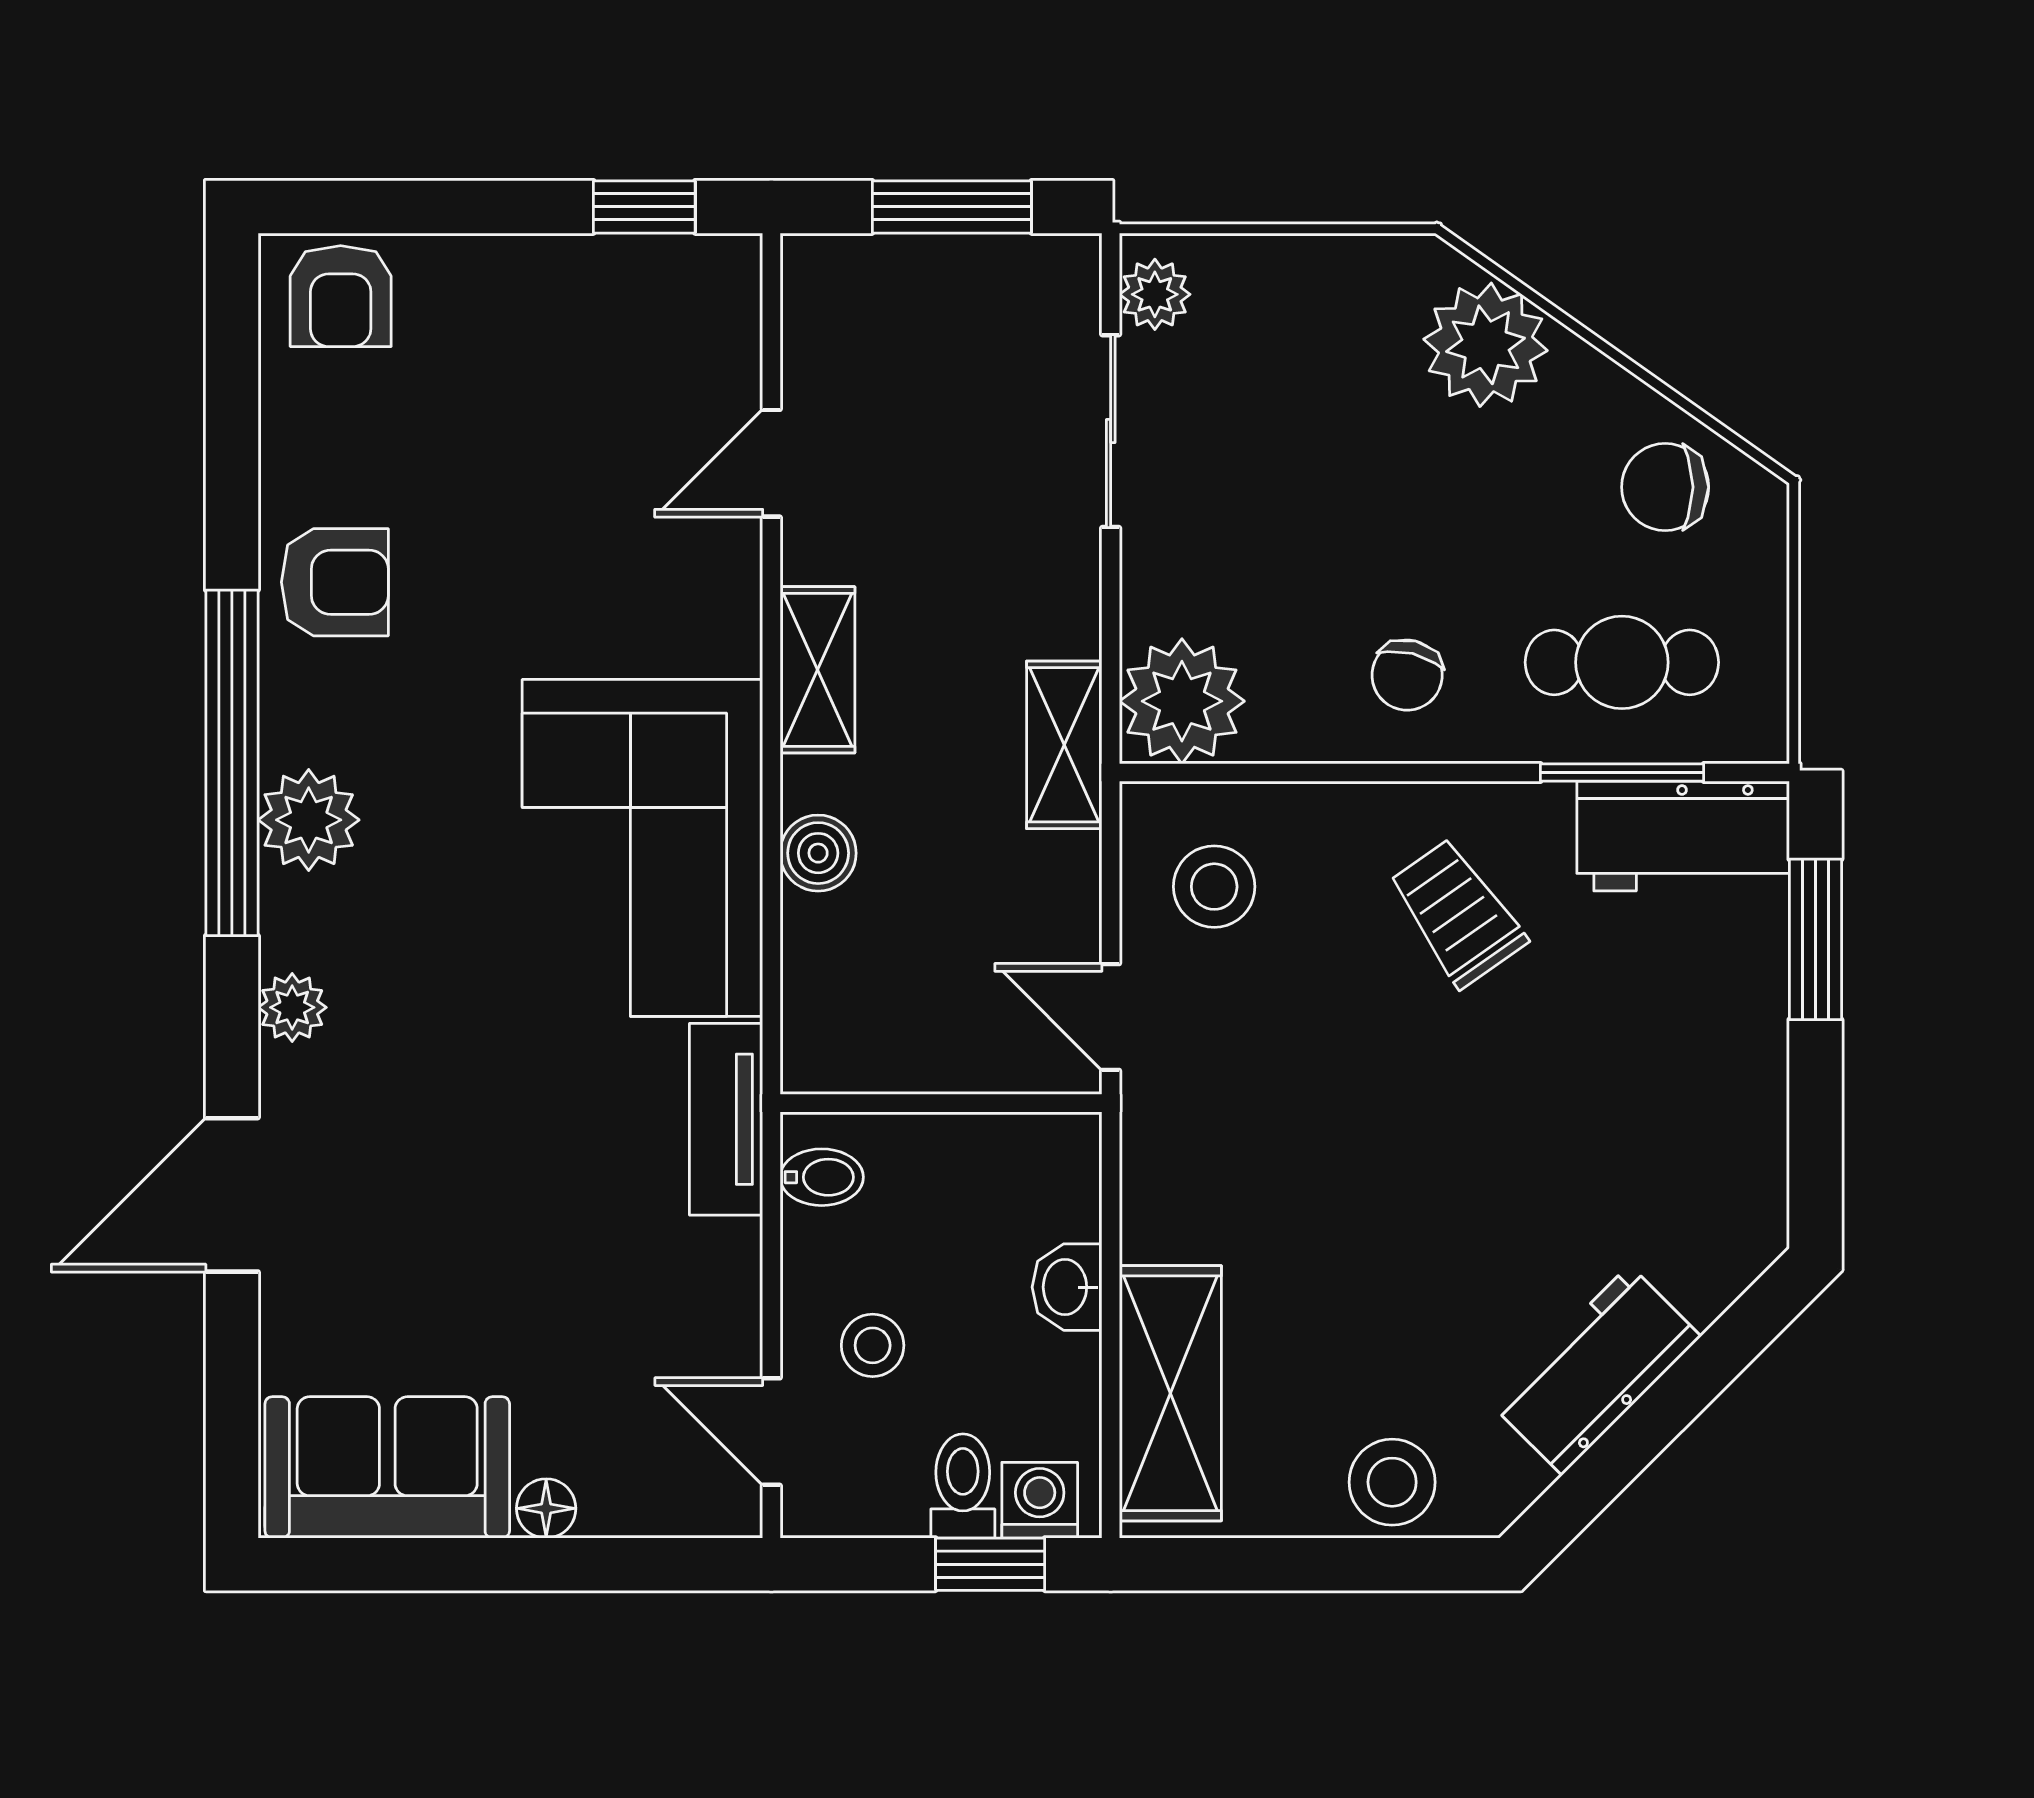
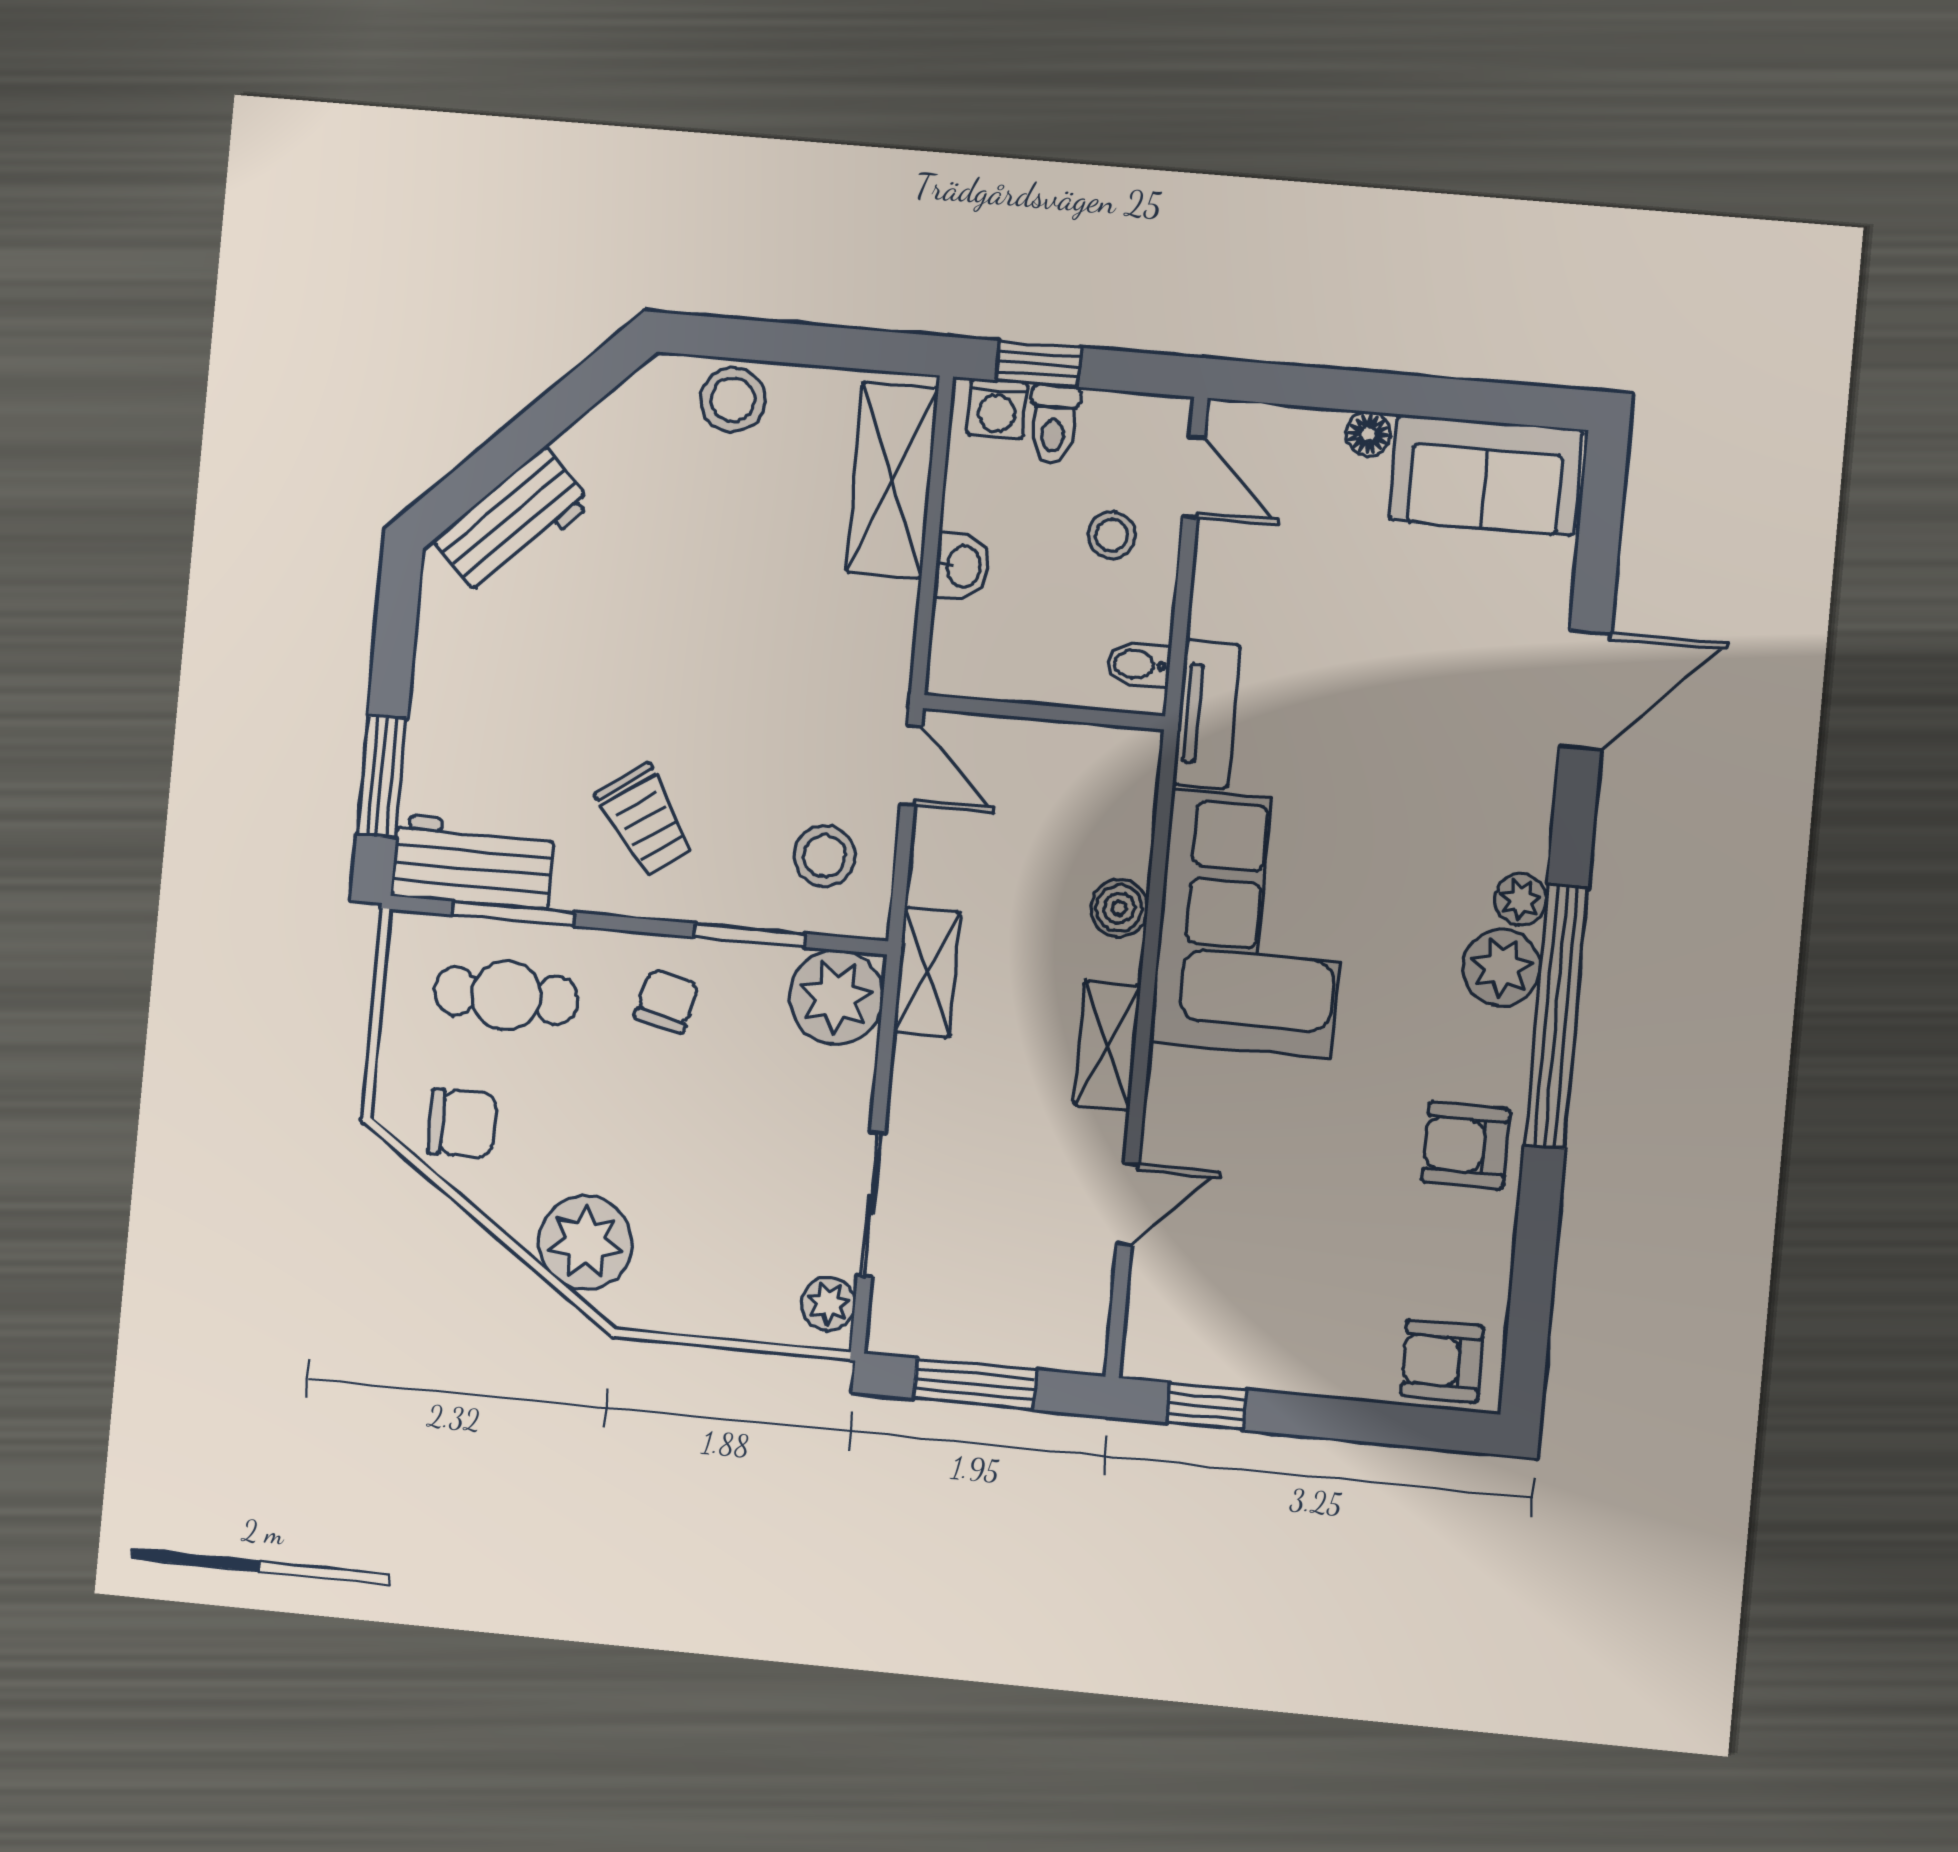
armchair: (341, 296) -> (1442, 1361), turned -90
window: (1305, 772) -> (750, 935), added
plant: (292, 1007) -> (1520, 900), moved
workbench: (1596, 1370) -> (513, 522), moved

